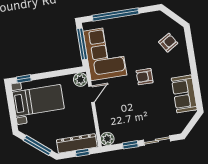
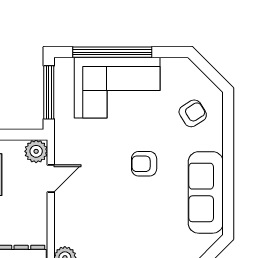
corner sofa: (105, 53) -> (117, 88), moved, turned 90
sofa: (184, 94) -> (206, 192), width x1.36

